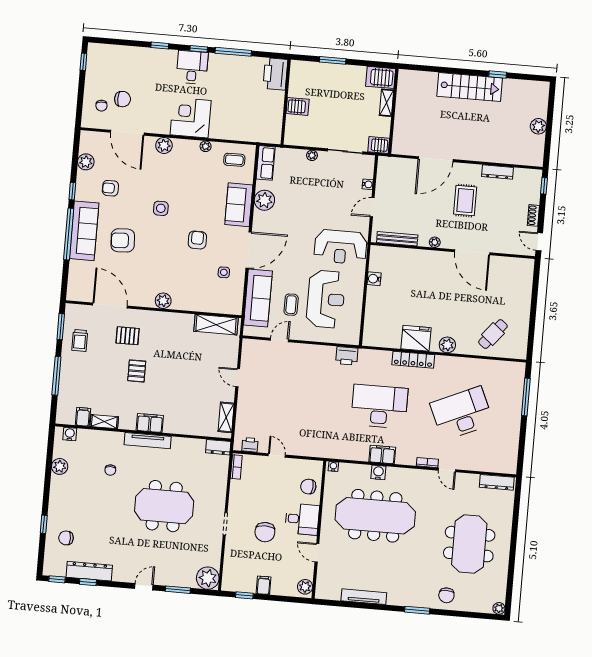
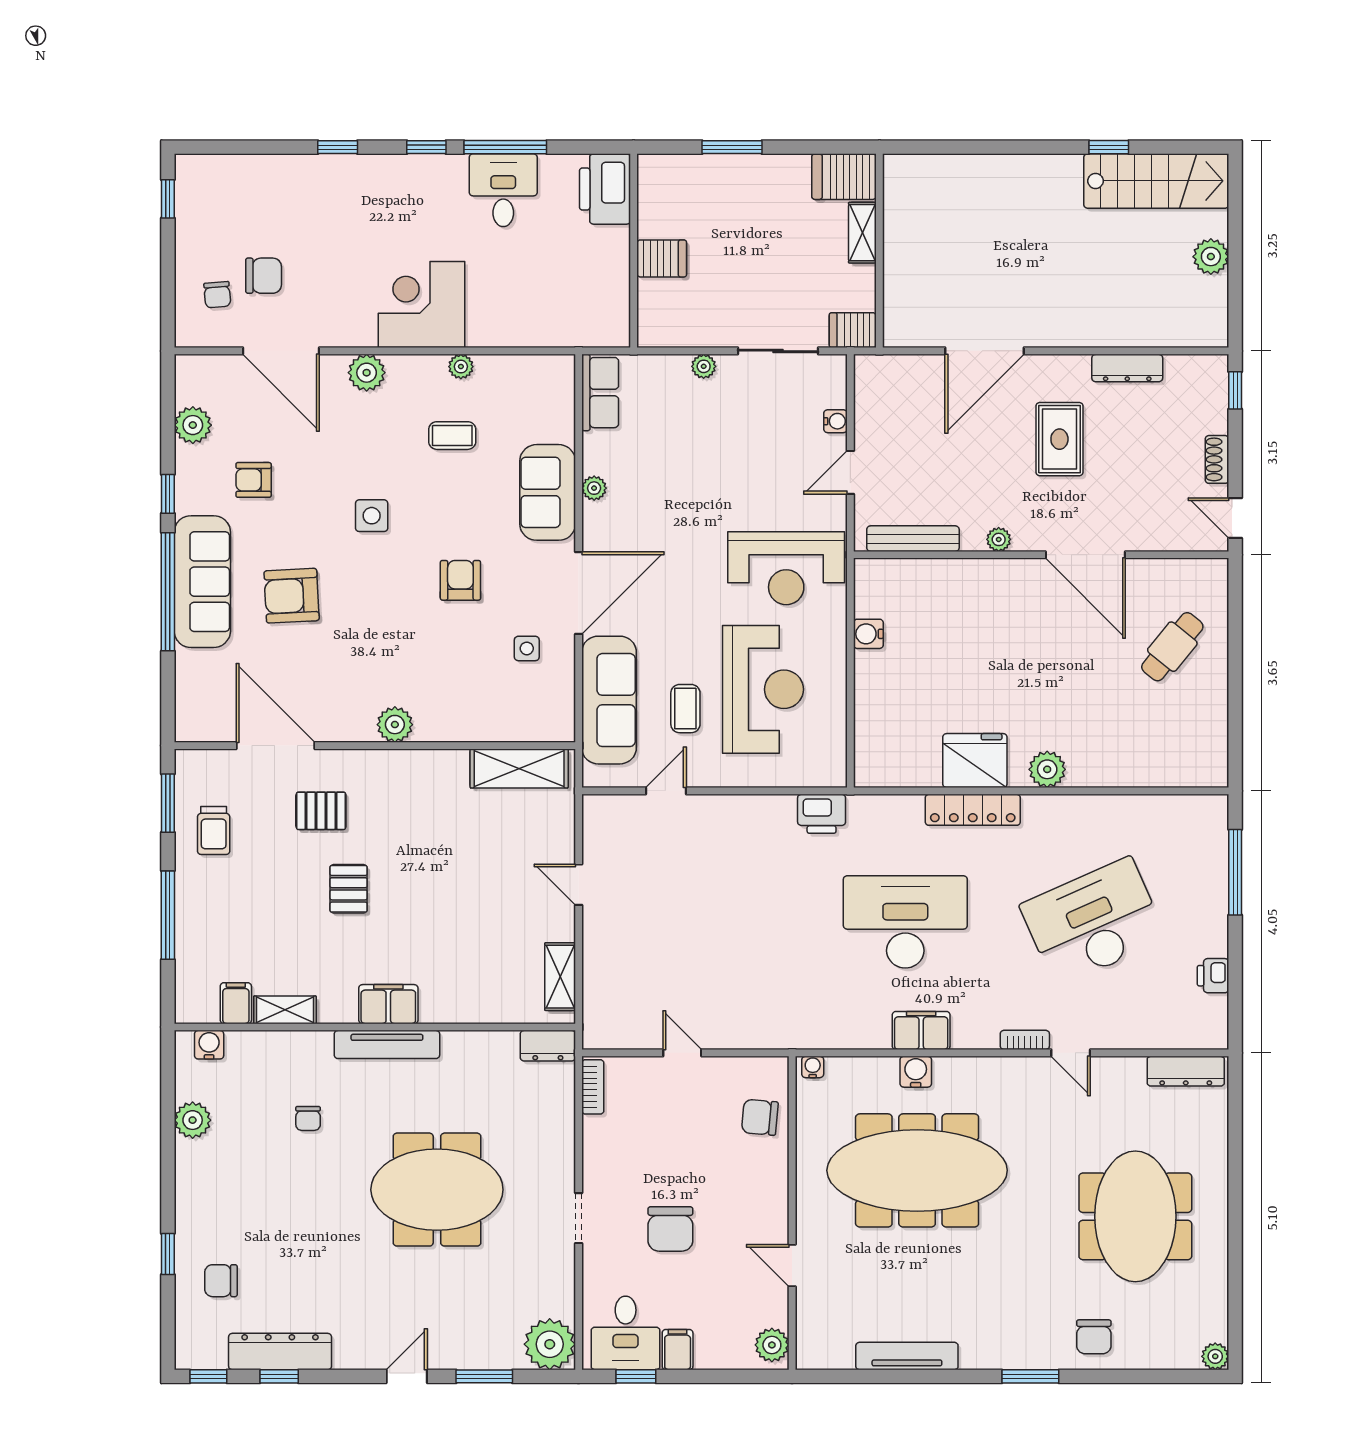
desk: (192, 67) -> (503, 190), moved
stairs: (470, 87) -> (1156, 181), moved
coffee table: (234, 160) -> (452, 436), moved
plant: (264, 200) -> (594, 488), width x0.53, depth x0.53
cafe table: (493, 334) -> (1172, 647), moved
printer: (250, 445) -> (1213, 976), moved, turned -90
desk: (302, 519) -> (626, 1333), moved, turned 90

